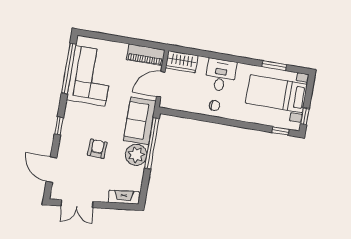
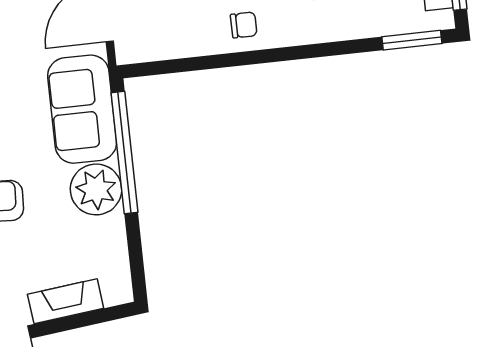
window: (281, 131) -> (412, 40), width x1.50
fireplace: (124, 197) -> (66, 301), moved

